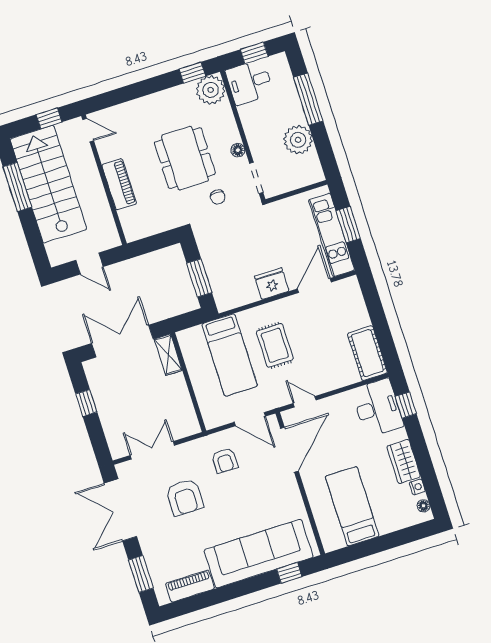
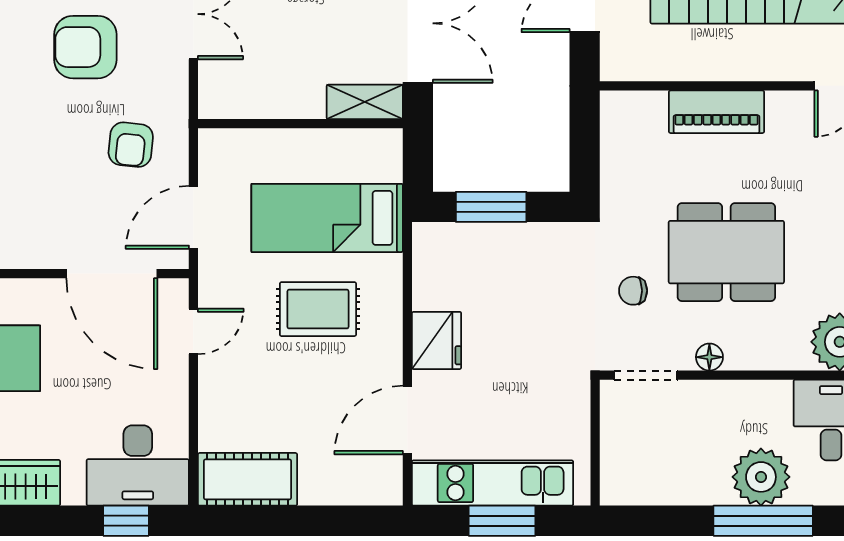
plant: (298, 140) -> (761, 477), moved
door: (314, 285) -> (407, 420), swing flipped
armchair: (225, 460) -> (131, 145), turned -84

